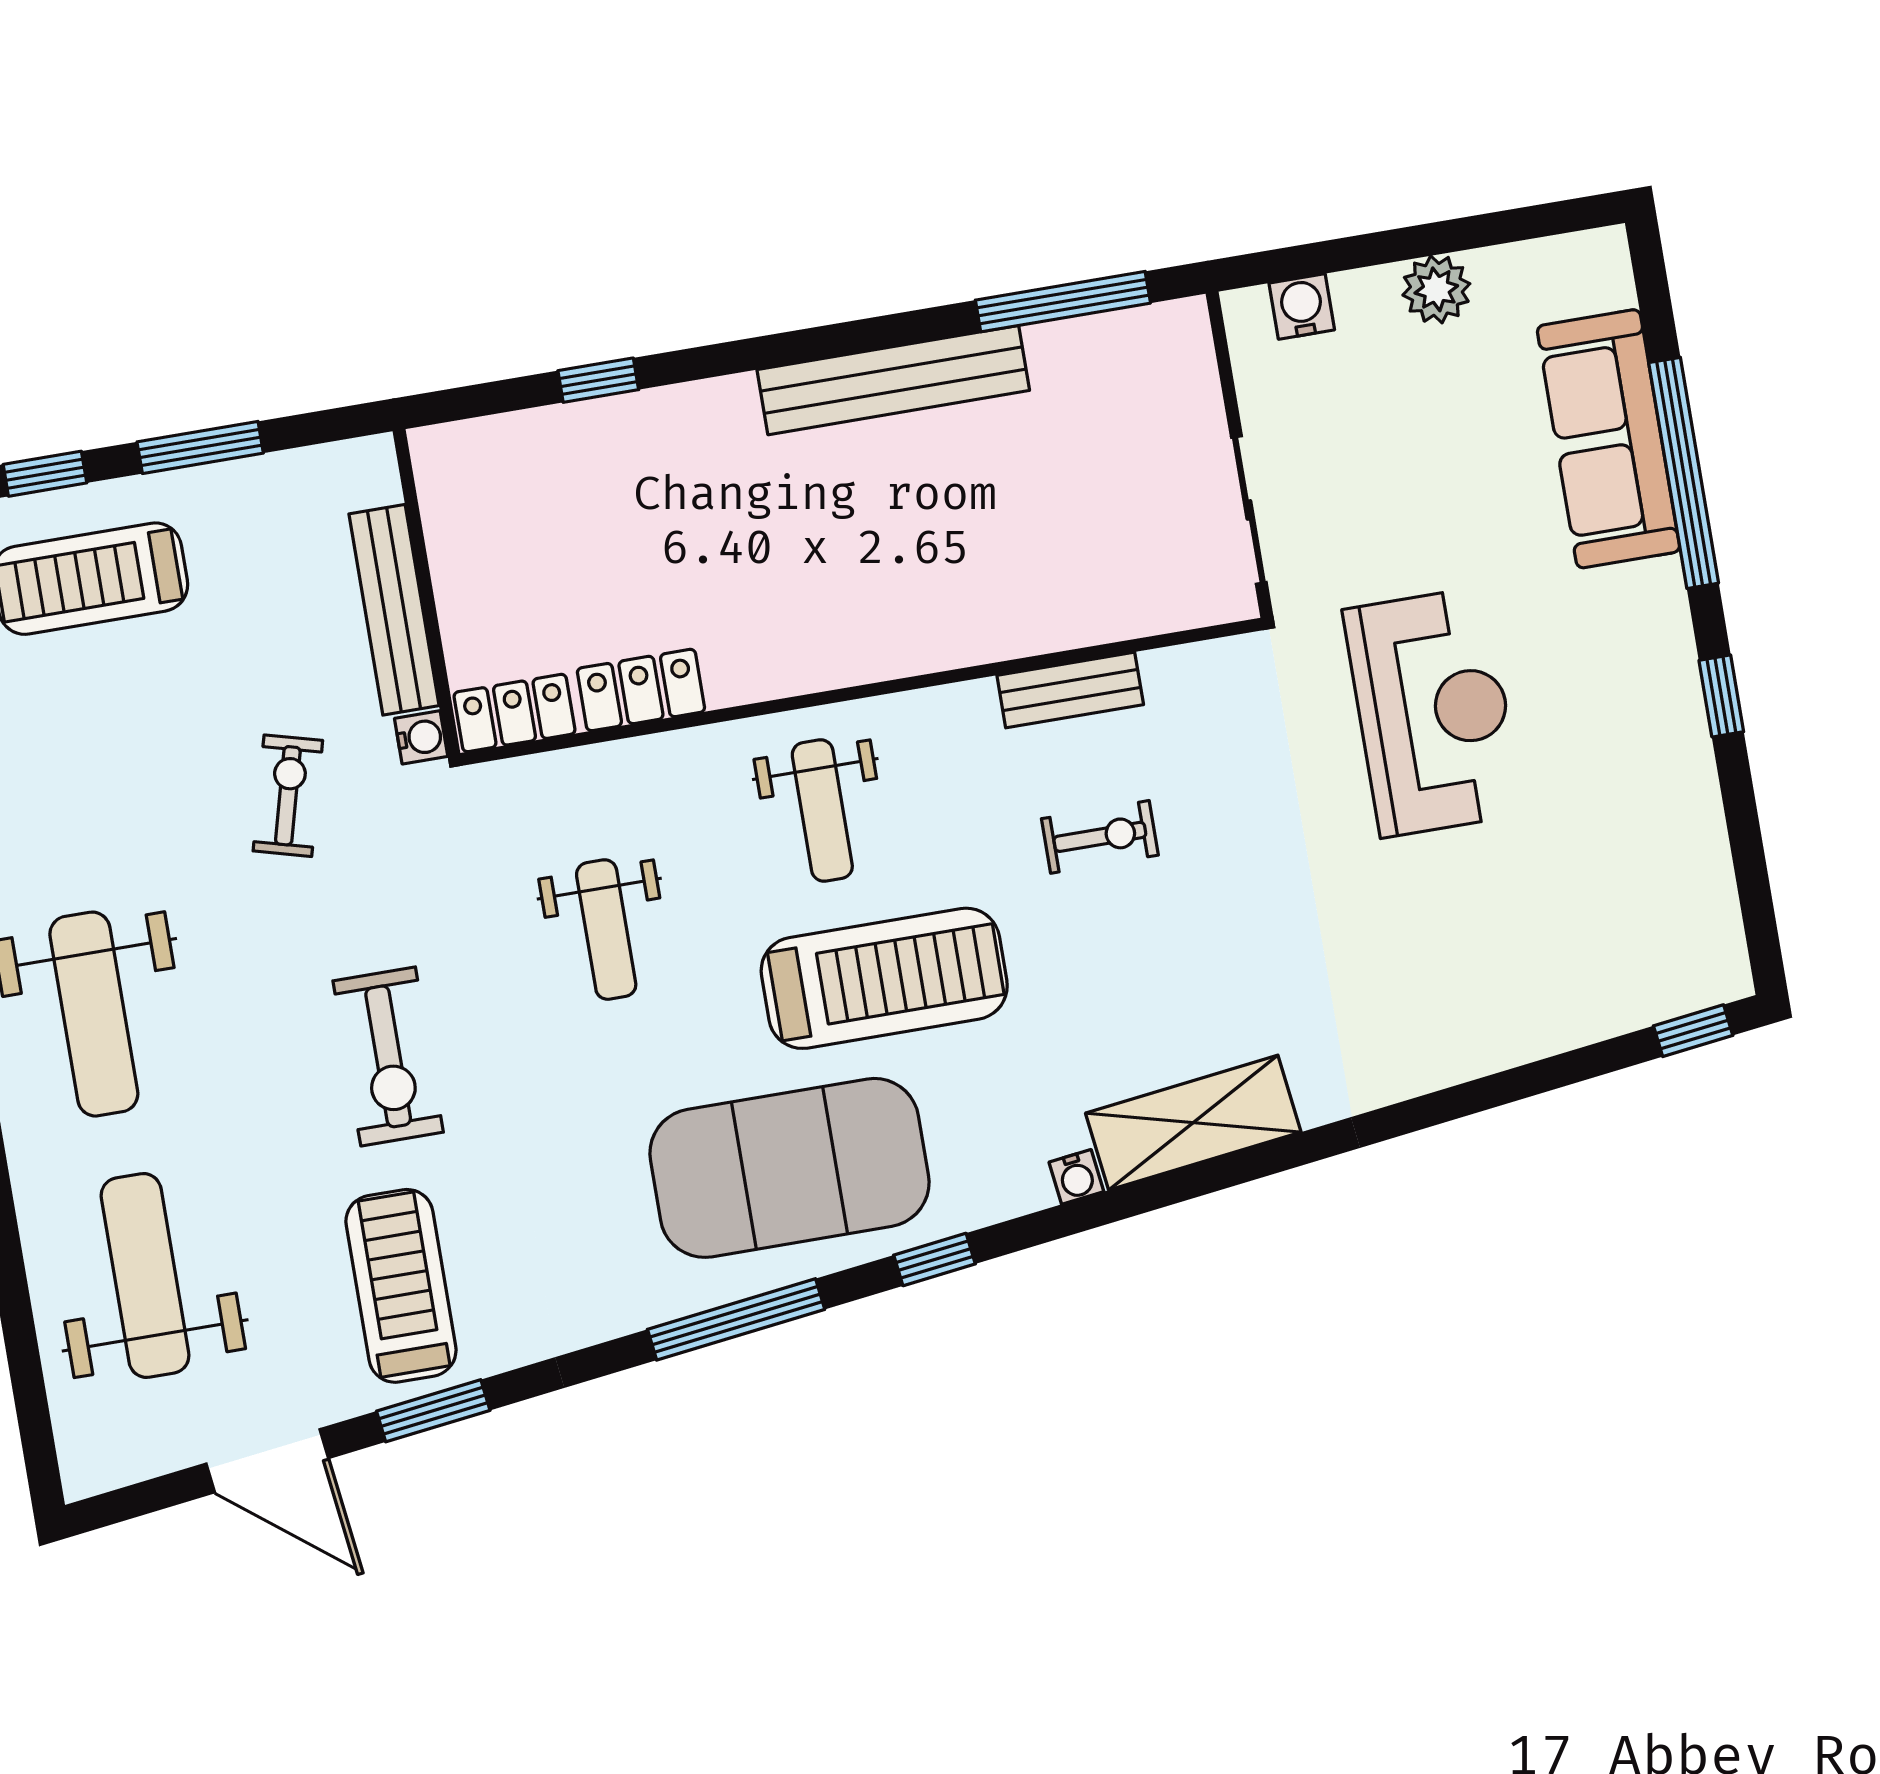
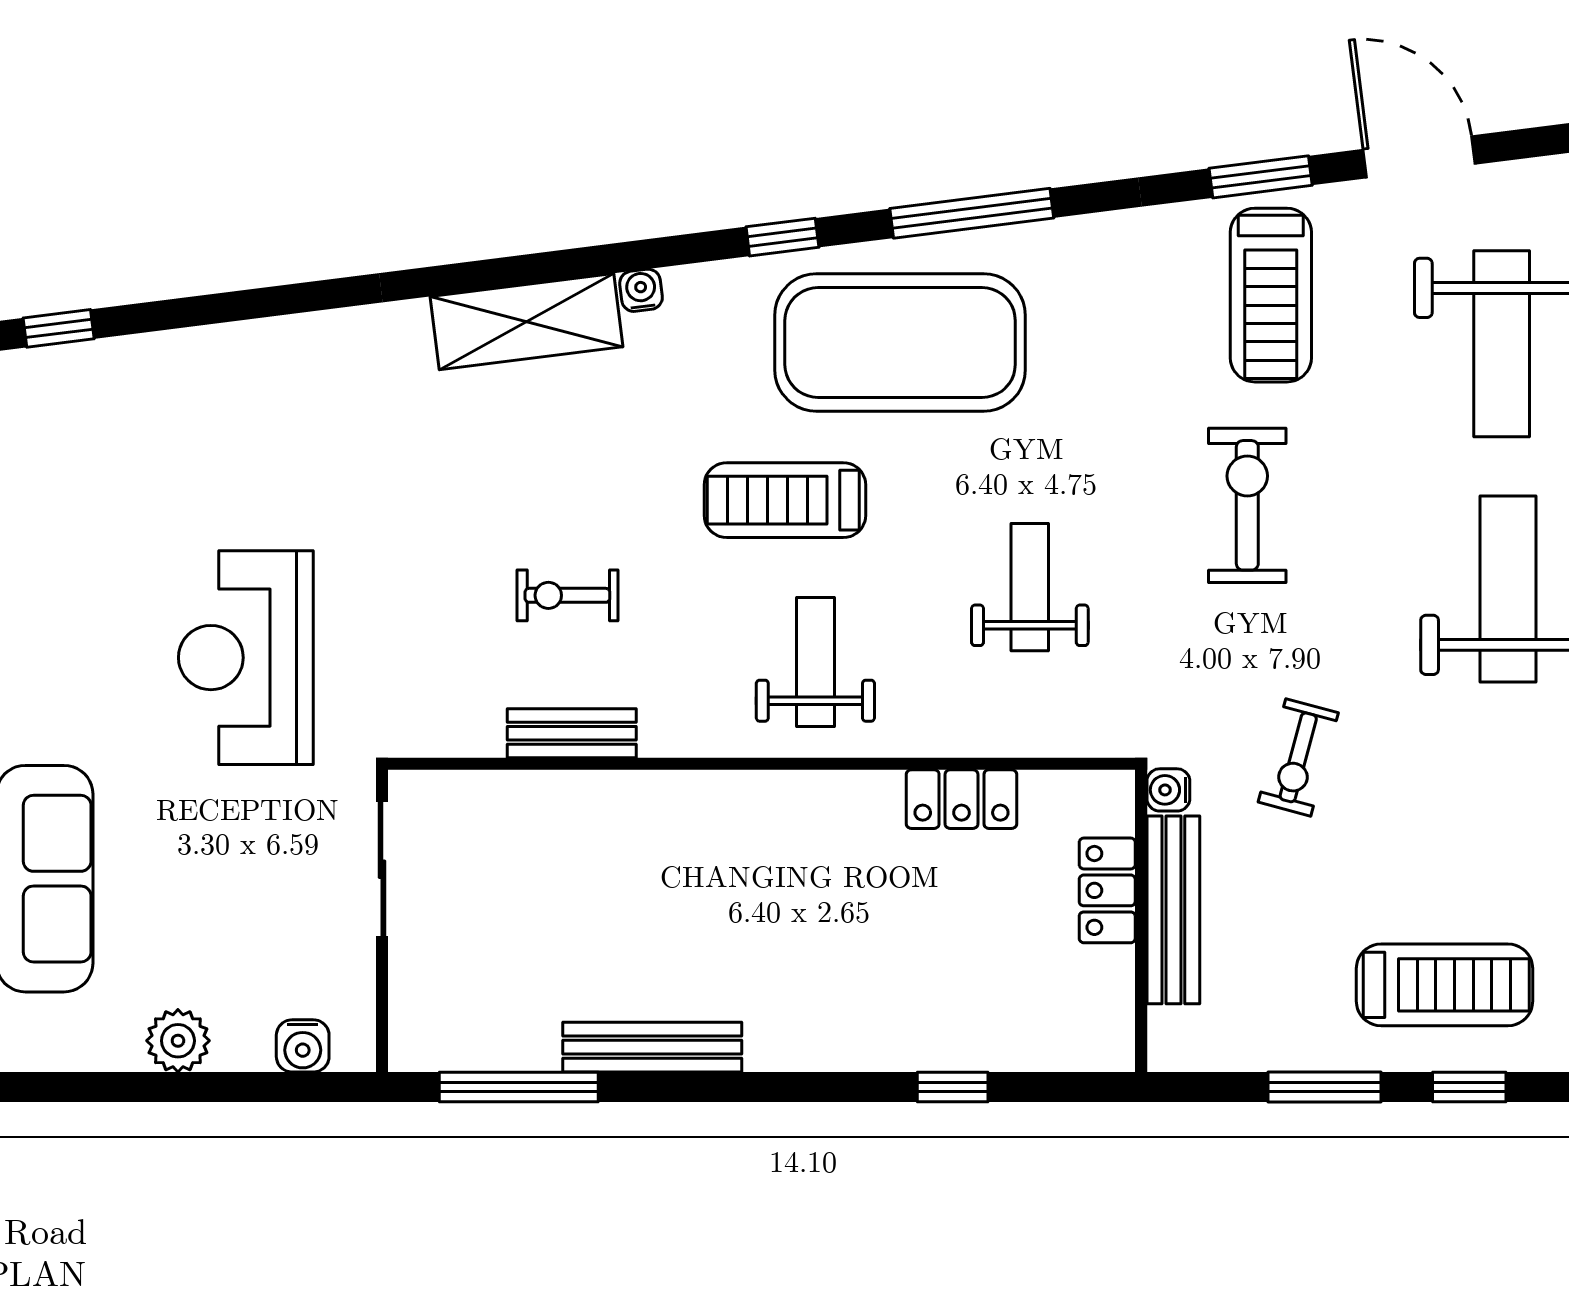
bench: (893, 380) -> (652, 1047), width x0.73, depth x0.82
locker: (515, 713) -> (1107, 890), moved, turned 90
treadmill: (884, 978) -> (785, 500), width x0.73, depth x0.73

